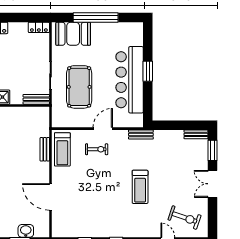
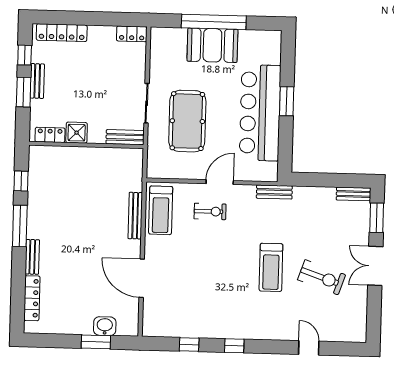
booth: (73, 34) -> (212, 45), moved
bench: (45, 149) -> (135, 216), width x1.36
exercise bike: (185, 218) -> (322, 277), moved

